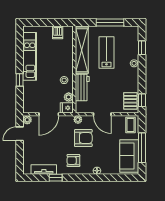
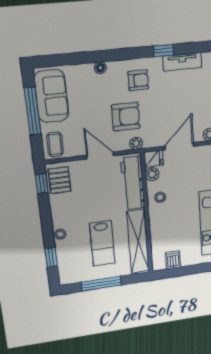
workbench: (82, 88) -> (133, 183), width x1.38
armchair: (83, 138) -> (126, 117), turned 180

